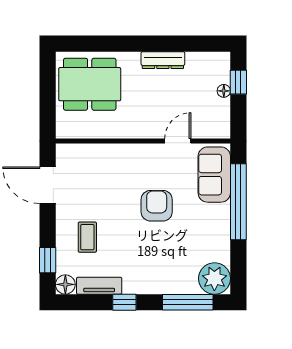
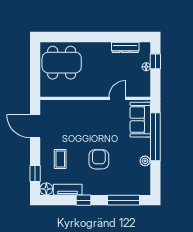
dresser: (163, 60) -> (125, 47), moved
armchair: (157, 206) -> (99, 159), moved
plant: (214, 278) -> (145, 161), moved, width x0.53, depth x0.53

